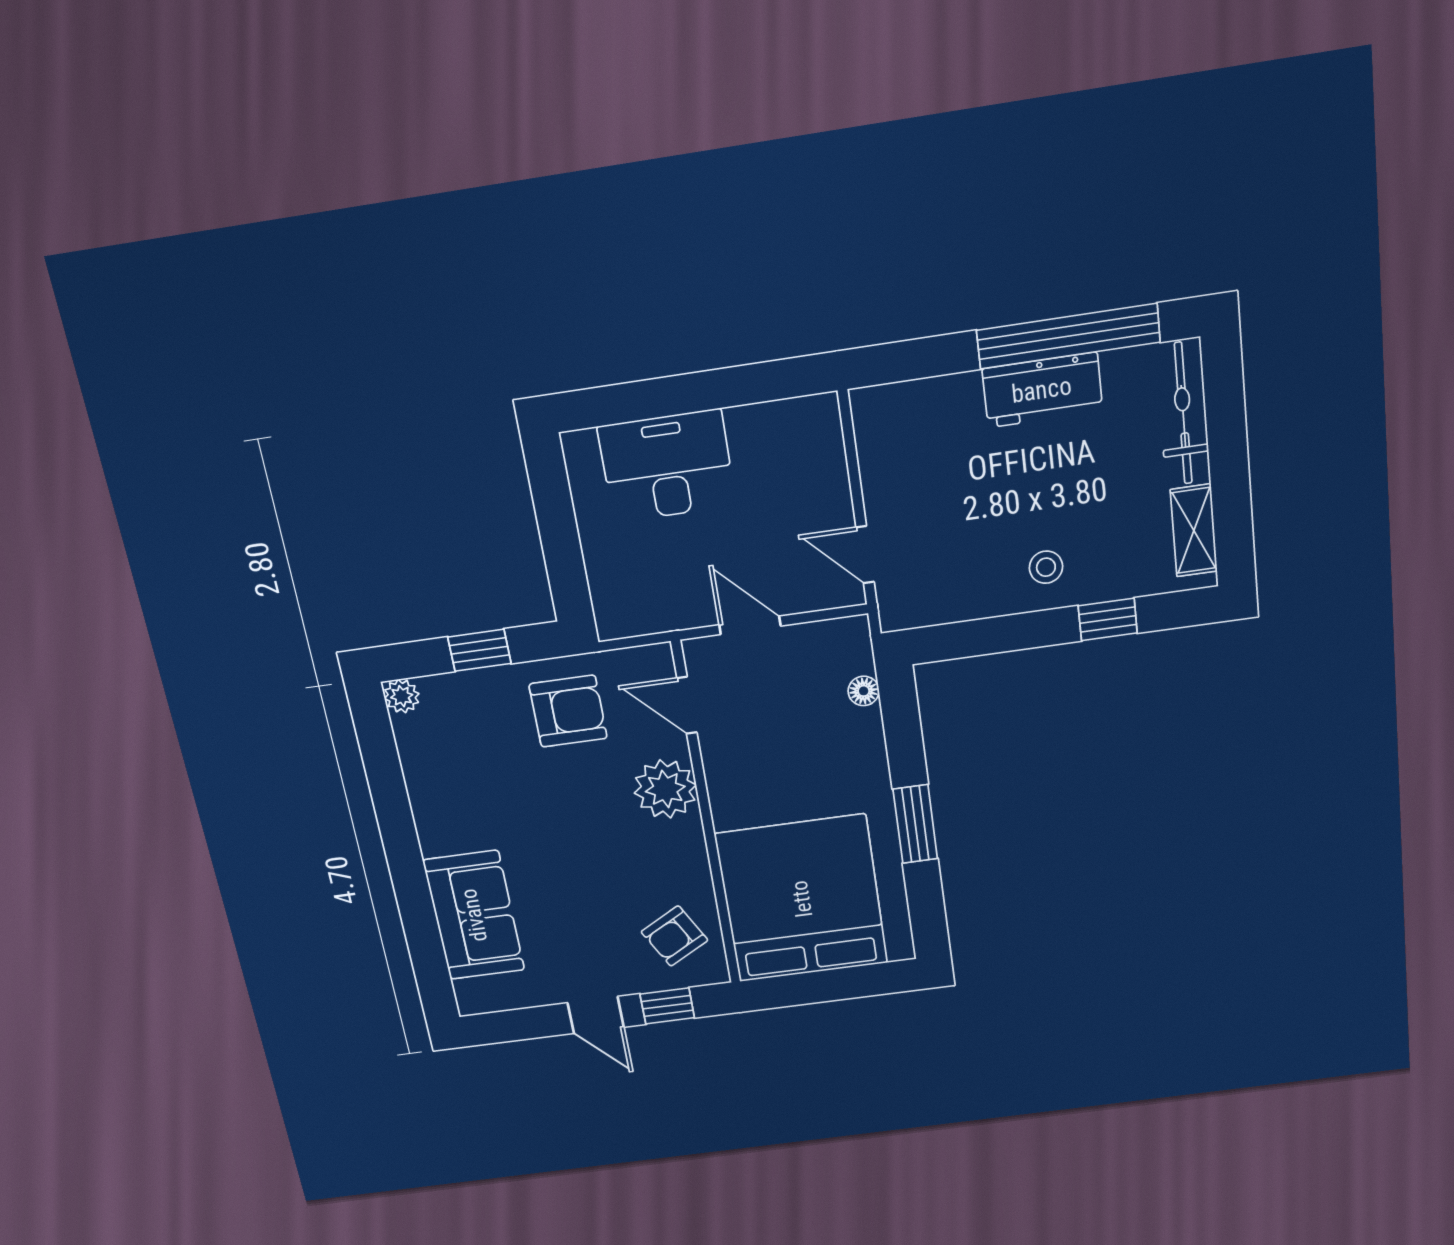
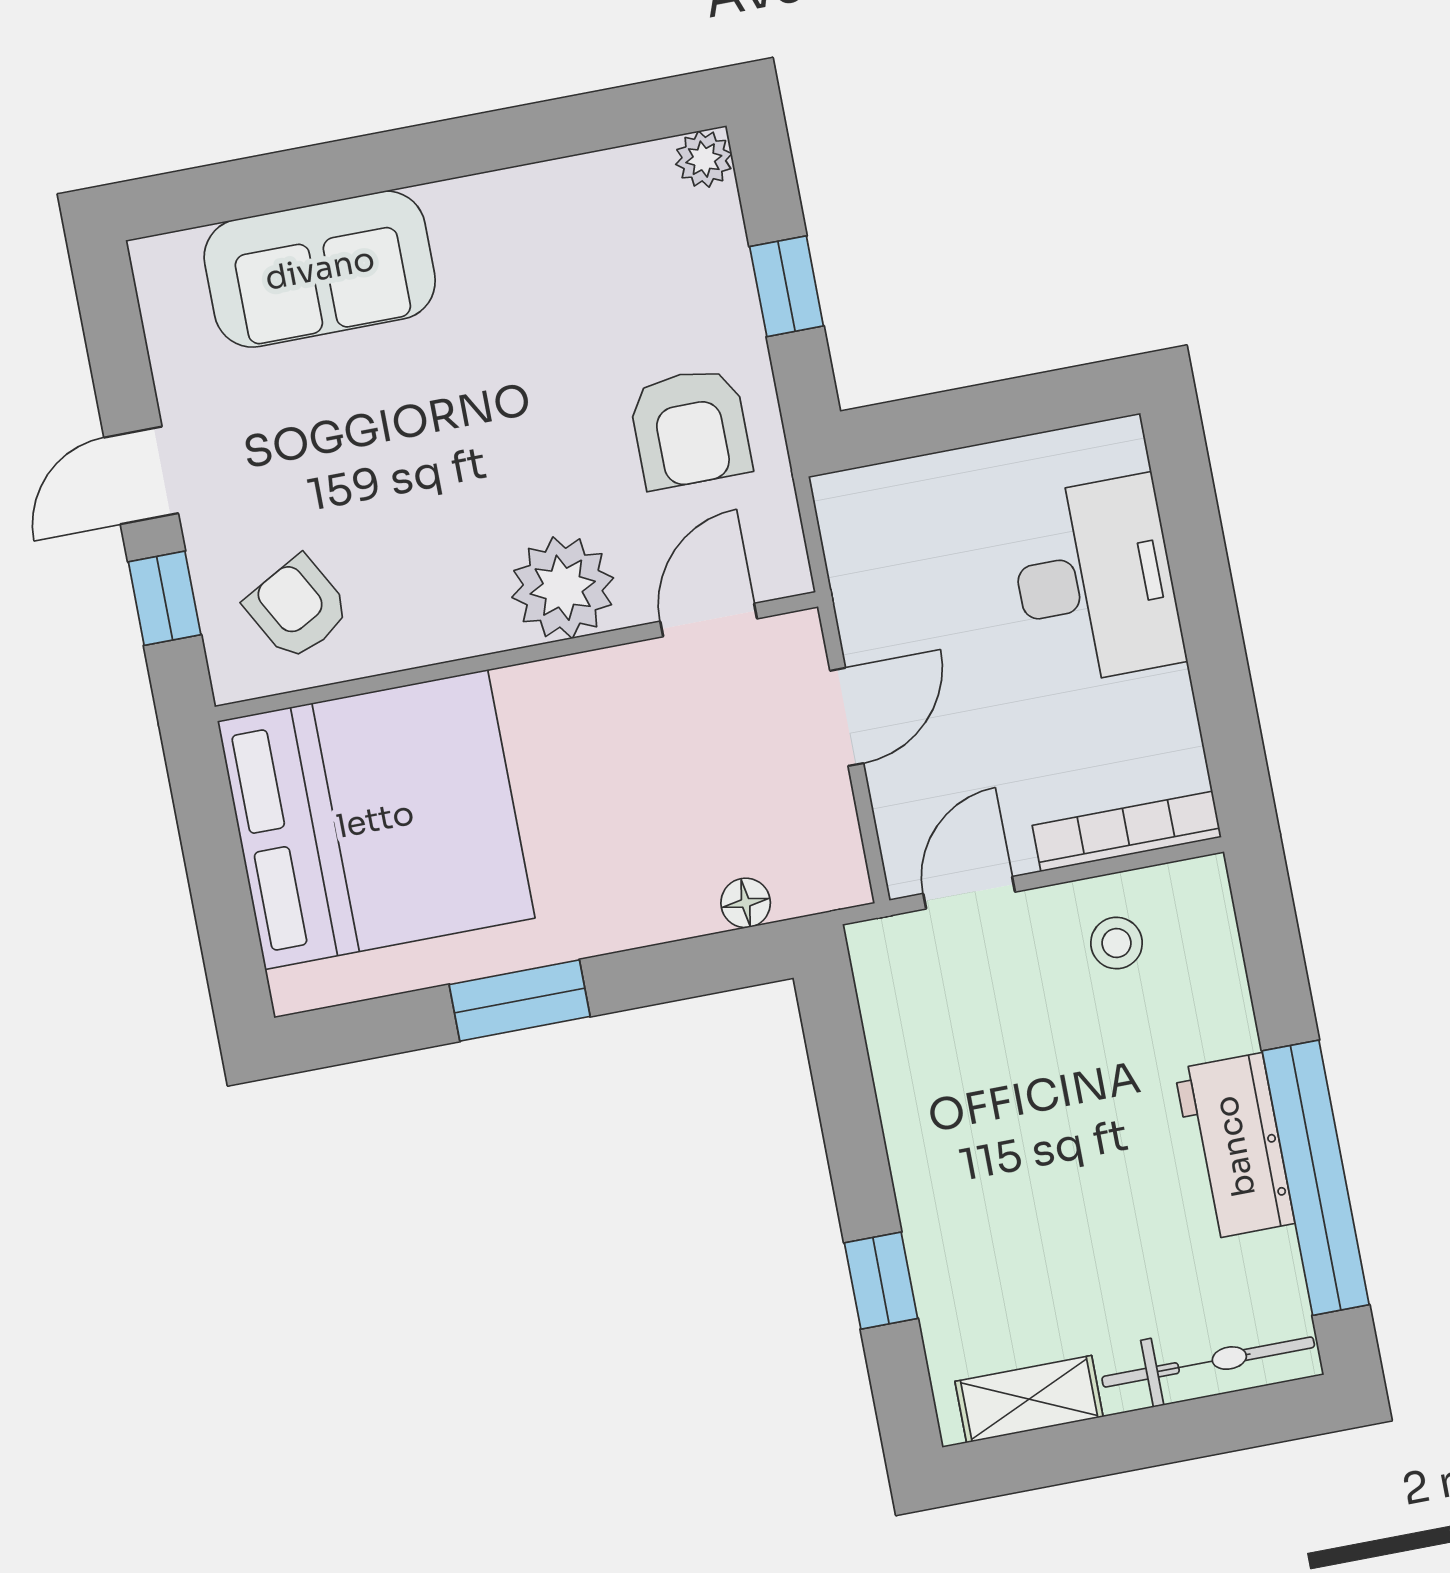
bookcase: (831, 452) -> (1127, 831), added
stool: (1046, 567) -> (1117, 943), moved

